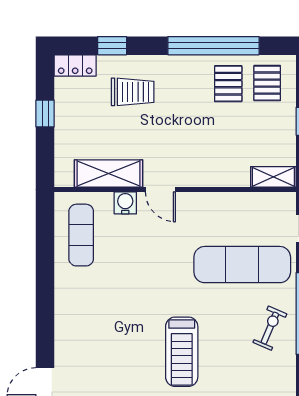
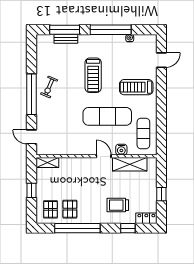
exercise mat: (242, 265) -> (107, 116), moved
treadmill: (95, 328) -> (136, 87), added
treadmill: (182, 352) -> (93, 75), turned 180

